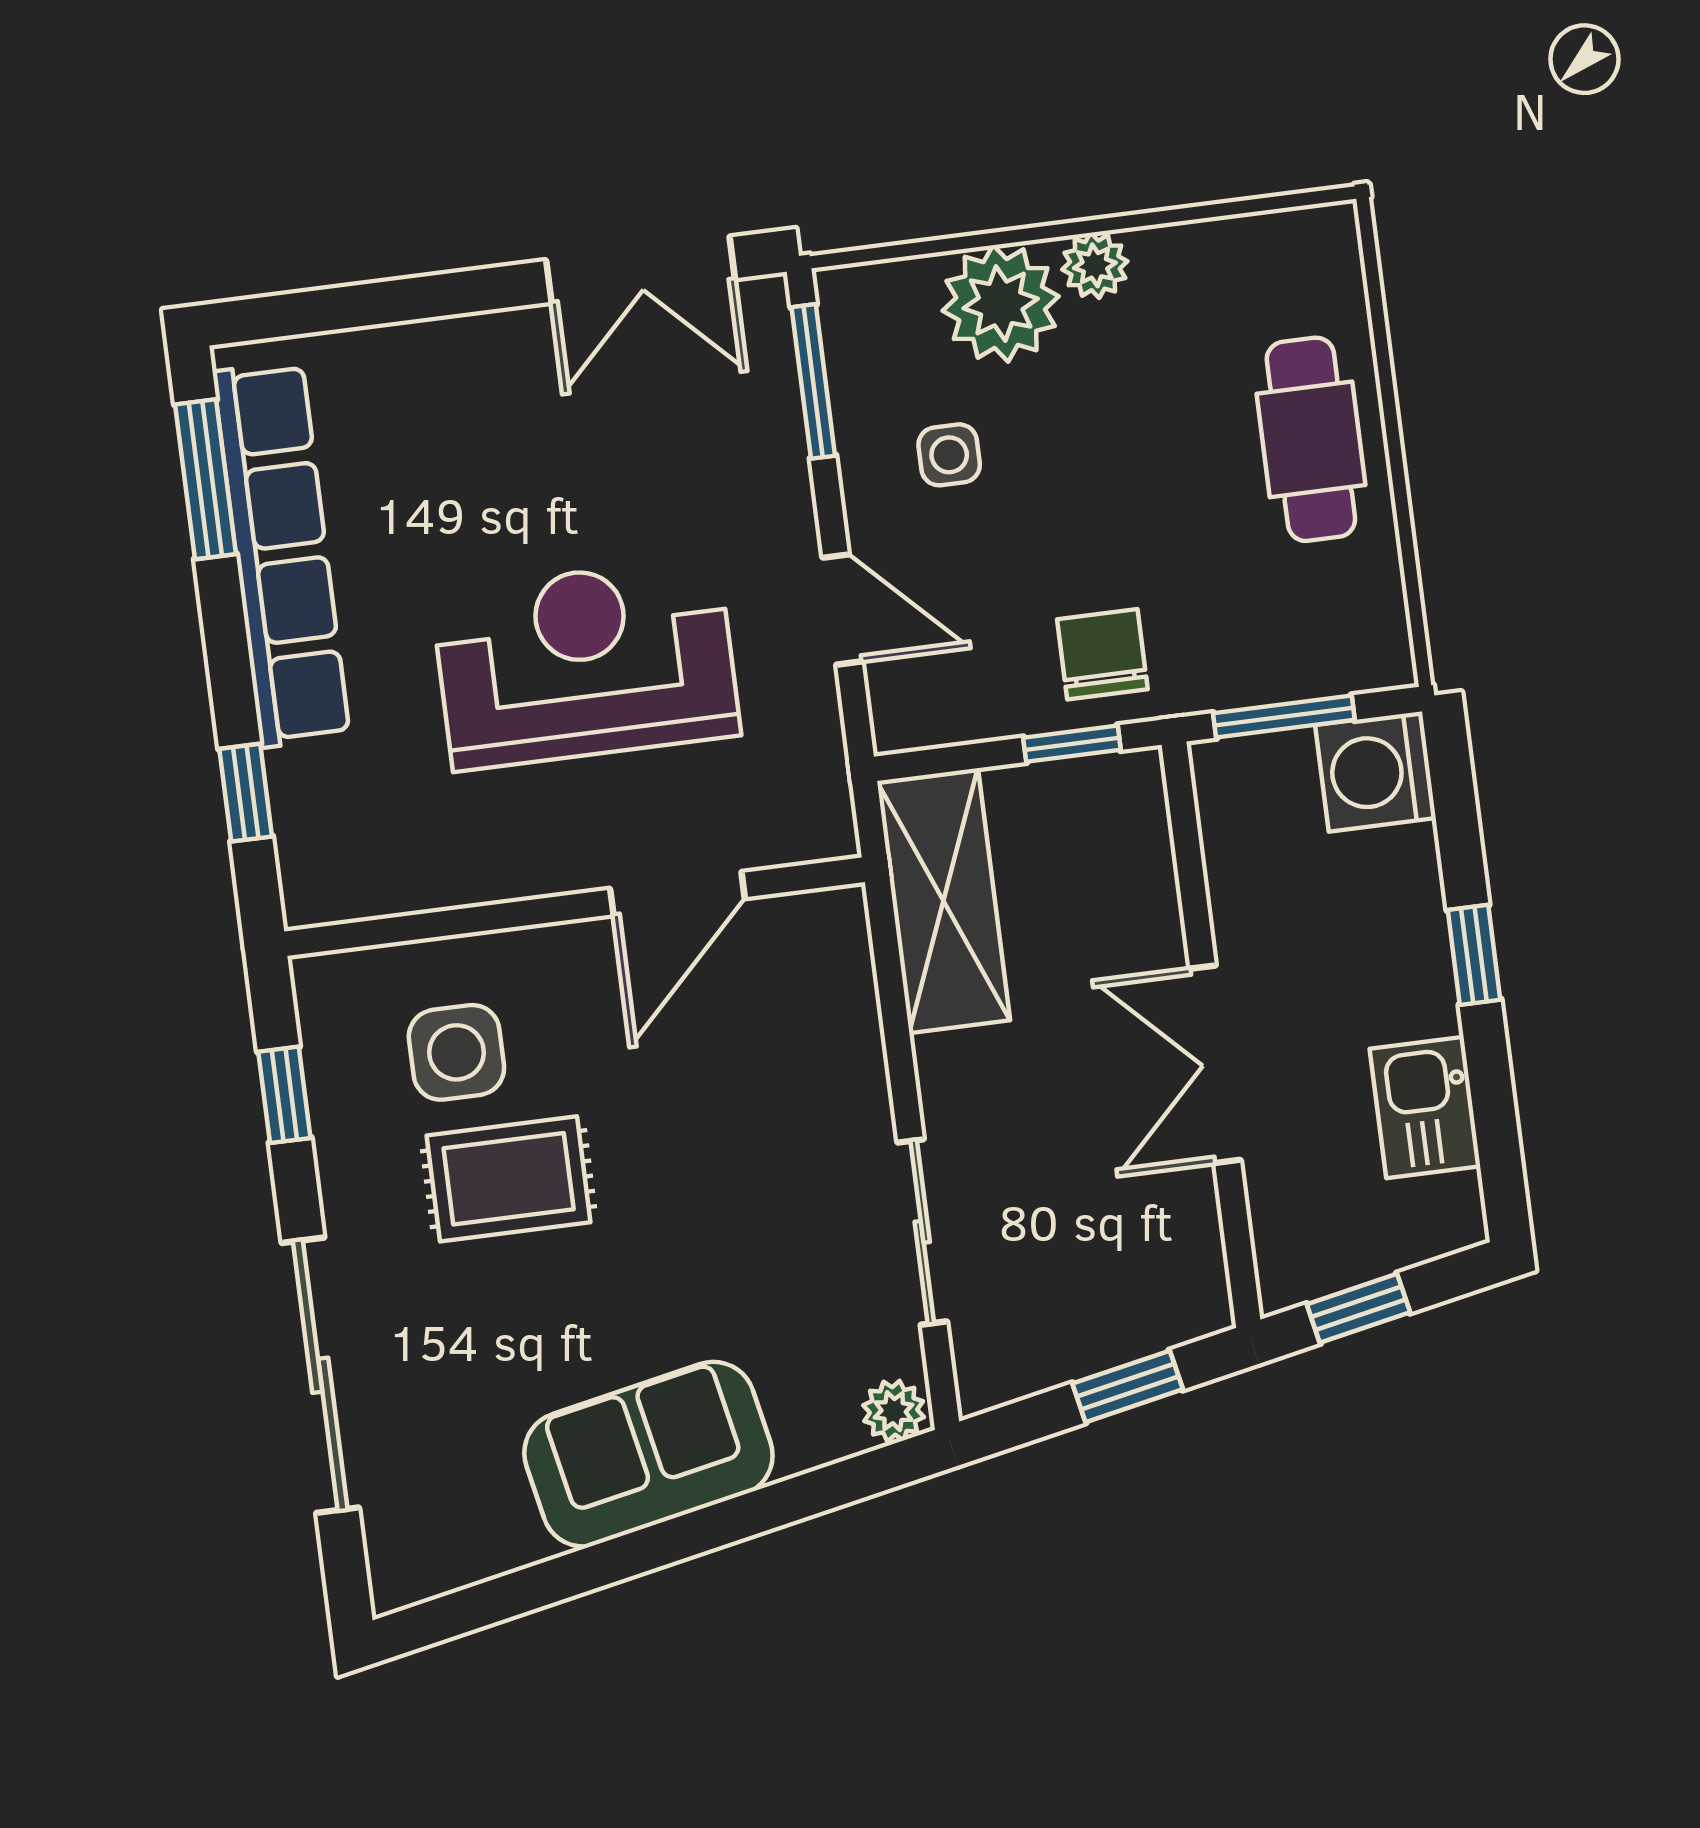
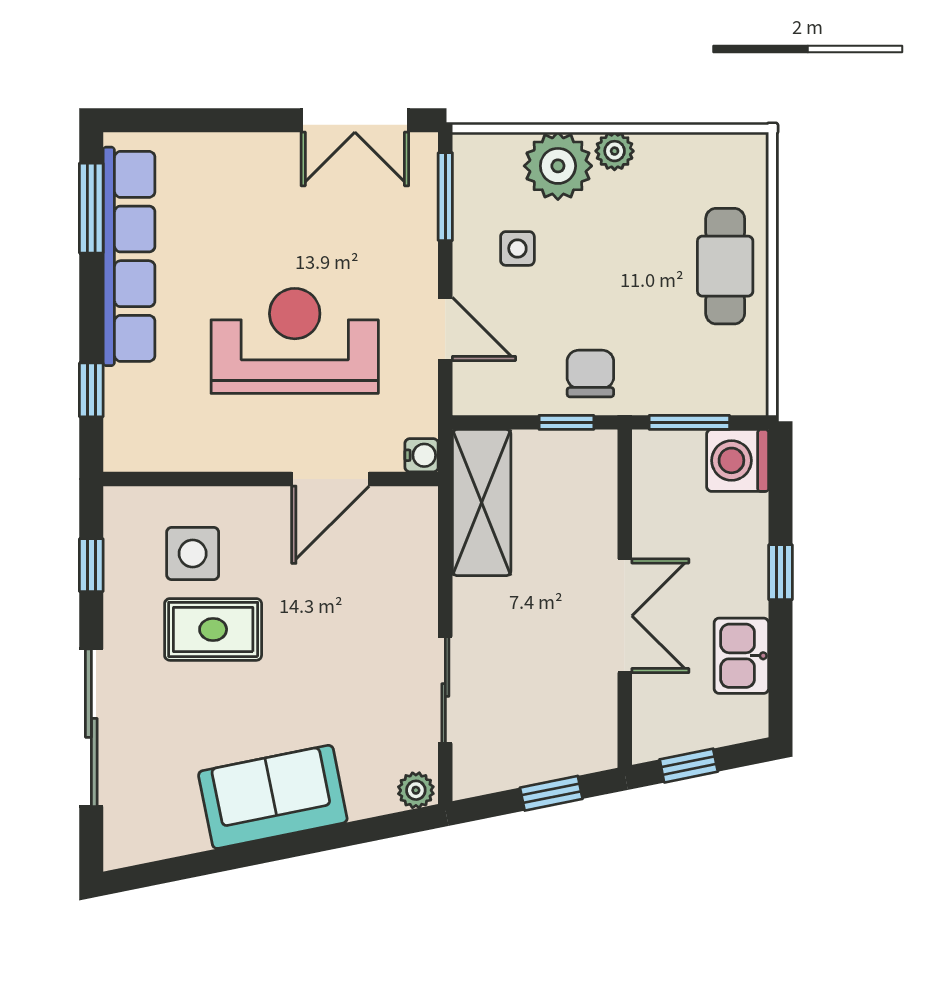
water cooler: (829, 832) -> (422, 455), added
double door: (1215, 1064) -> (625, 616), swing flipped

